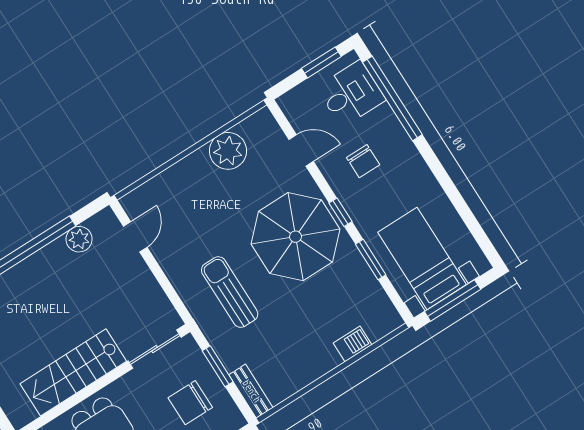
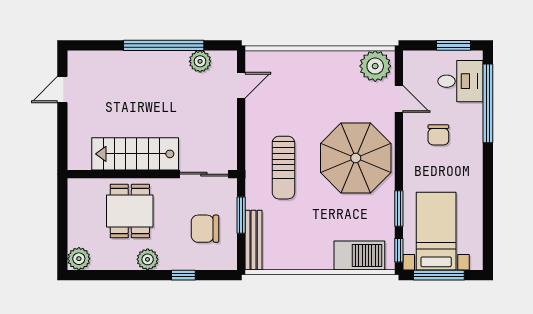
plant: (228, 151) -> (375, 66), moved
window: (341, 212) -> (399, 250), moved
sun lounger: (230, 292) -> (283, 168), turned 180
barbecue: (353, 344) -> (359, 256), width x1.88, depth x1.53
bench: (251, 391) -> (254, 240), width x1.36

